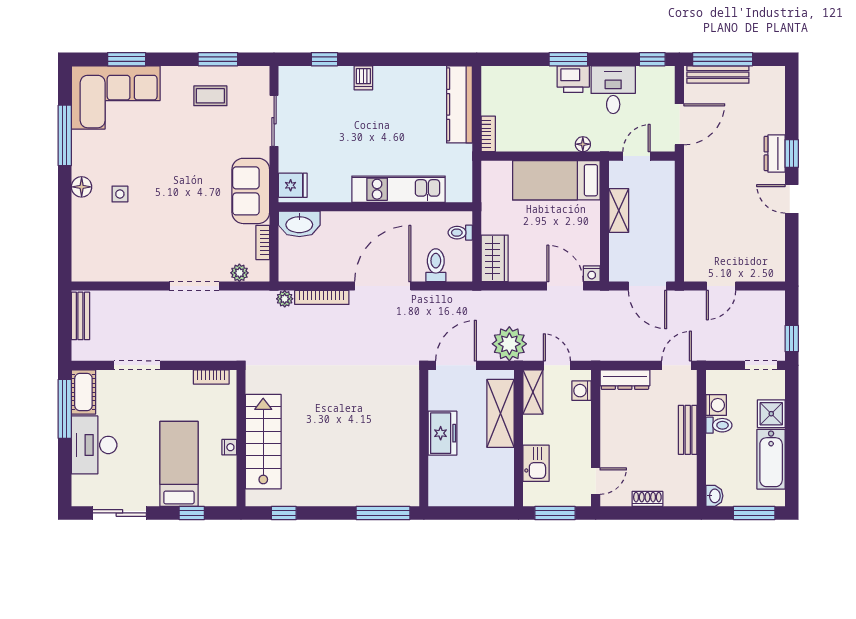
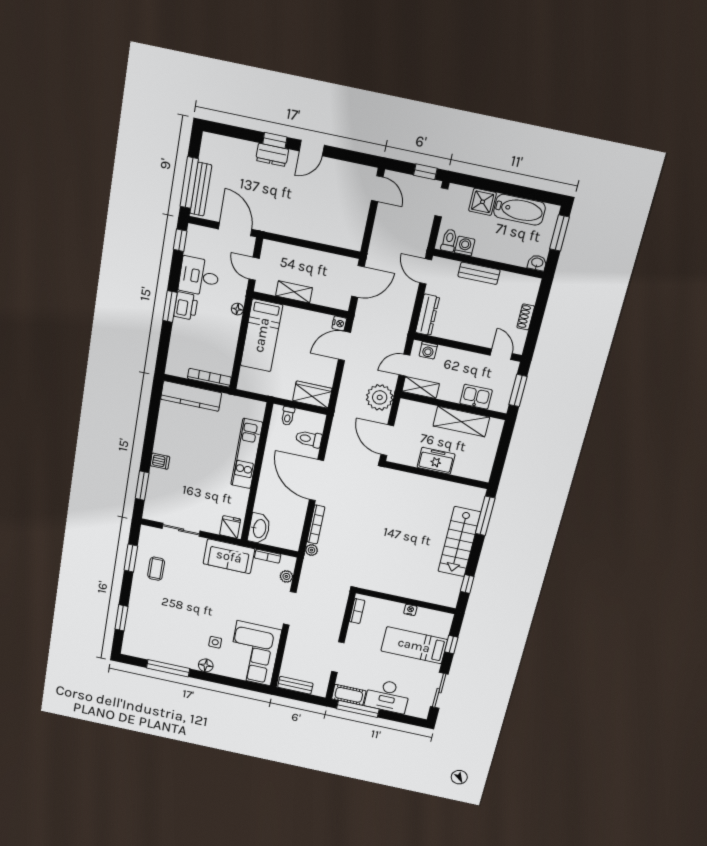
window: (324, 59) -> (142, 486), width x1.50
corner sofa: (116, 97) -> (254, 653), moved, turned 180
bookcase: (488, 134) -> (209, 378), width x1.56
door: (721, 286) -> (377, 189), moved
shelving: (501, 413) -> (461, 422), moved
toilet: (719, 425) -> (449, 240), moved
stairs: (263, 442) -> (459, 542), moved, turned -90

